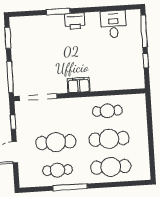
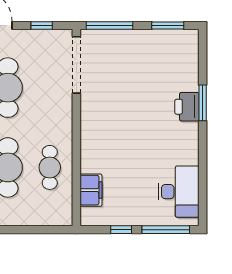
printer: (75, 21) -> (187, 107), moved
desk: (113, 24) -> (179, 192), width x1.37
filing cabinet: (79, 85) -> (91, 190), moved

